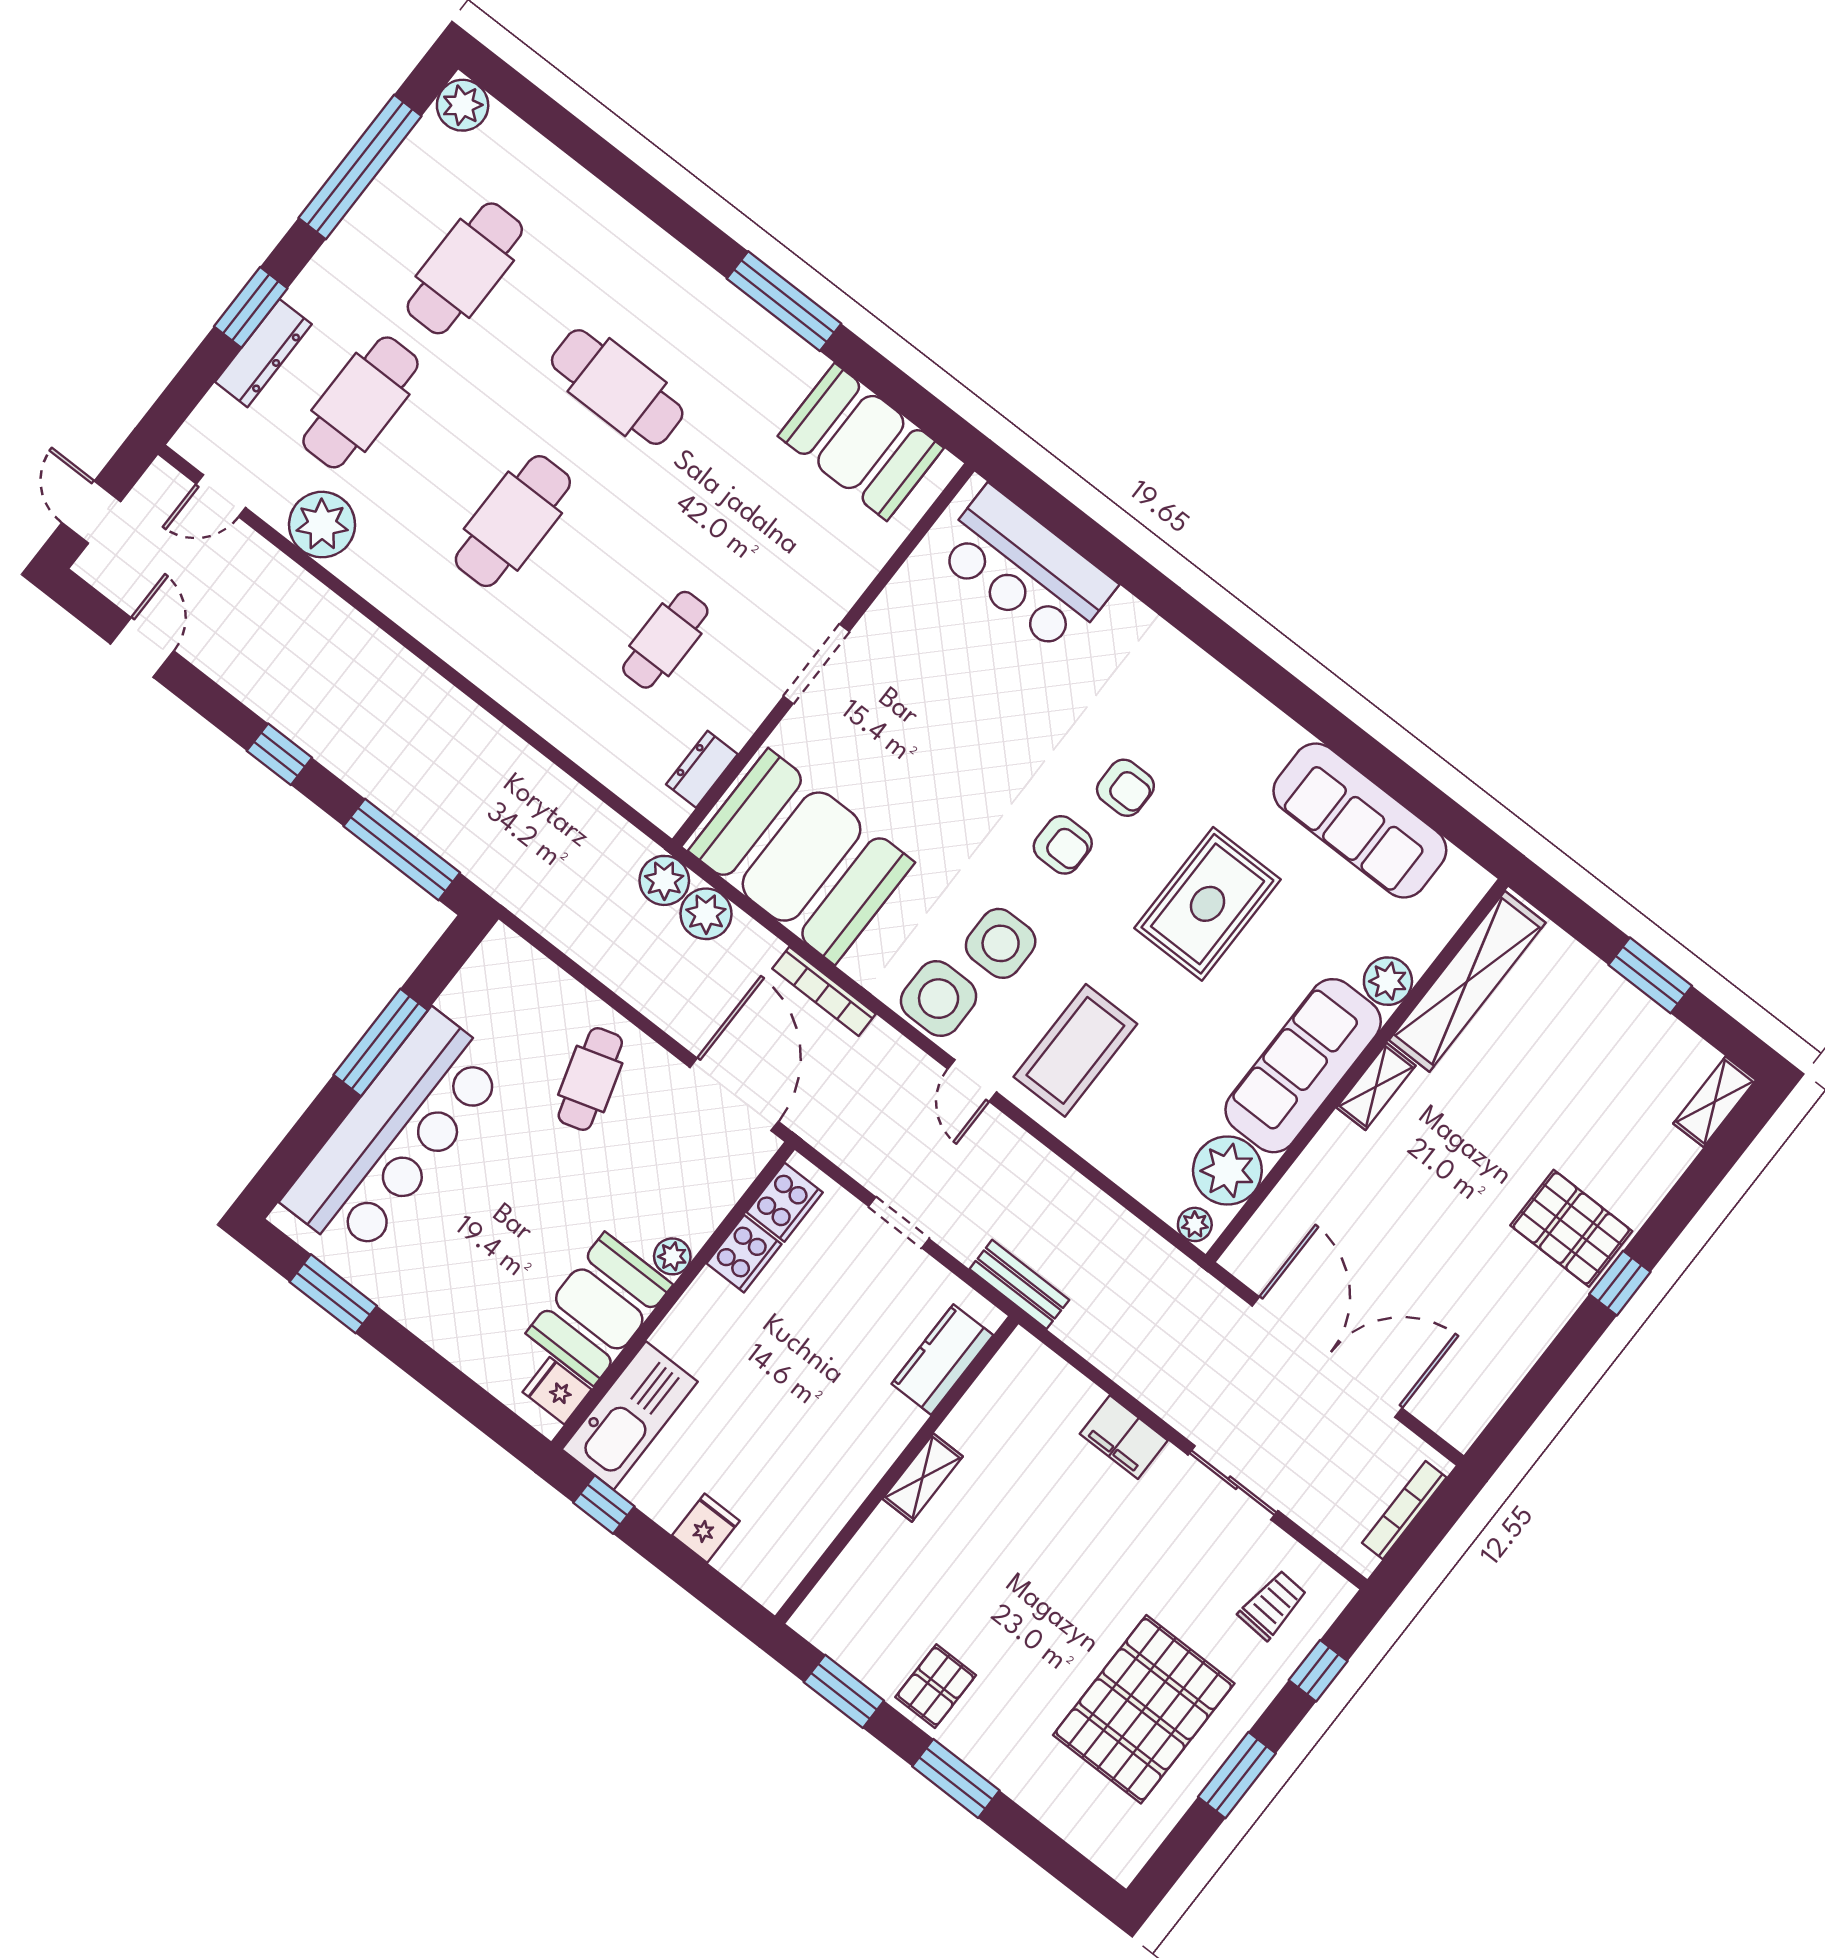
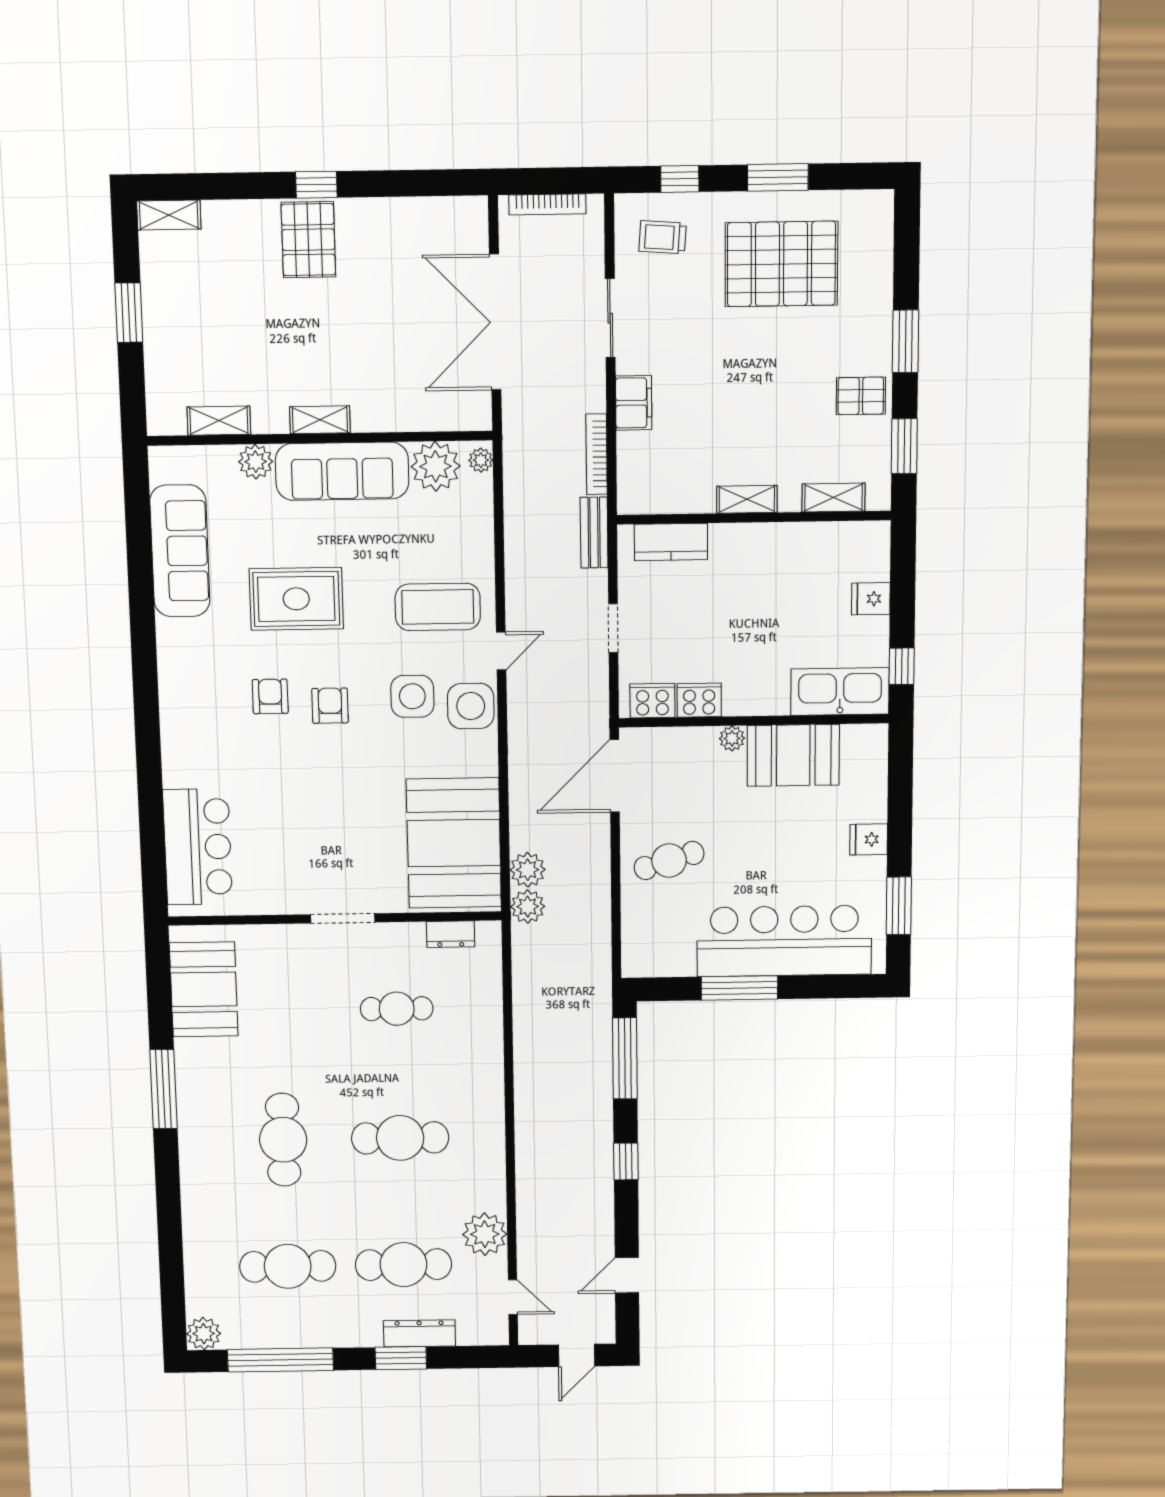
shelving: (1467, 981) -> (219, 421), width x0.45, depth x0.75
bookcase: (824, 991) -> (597, 454), moved, turned 180
fridge: (557, 1391) -> (869, 839), moved, turned 90
shelving: (850, 1573) -> (834, 497), added

